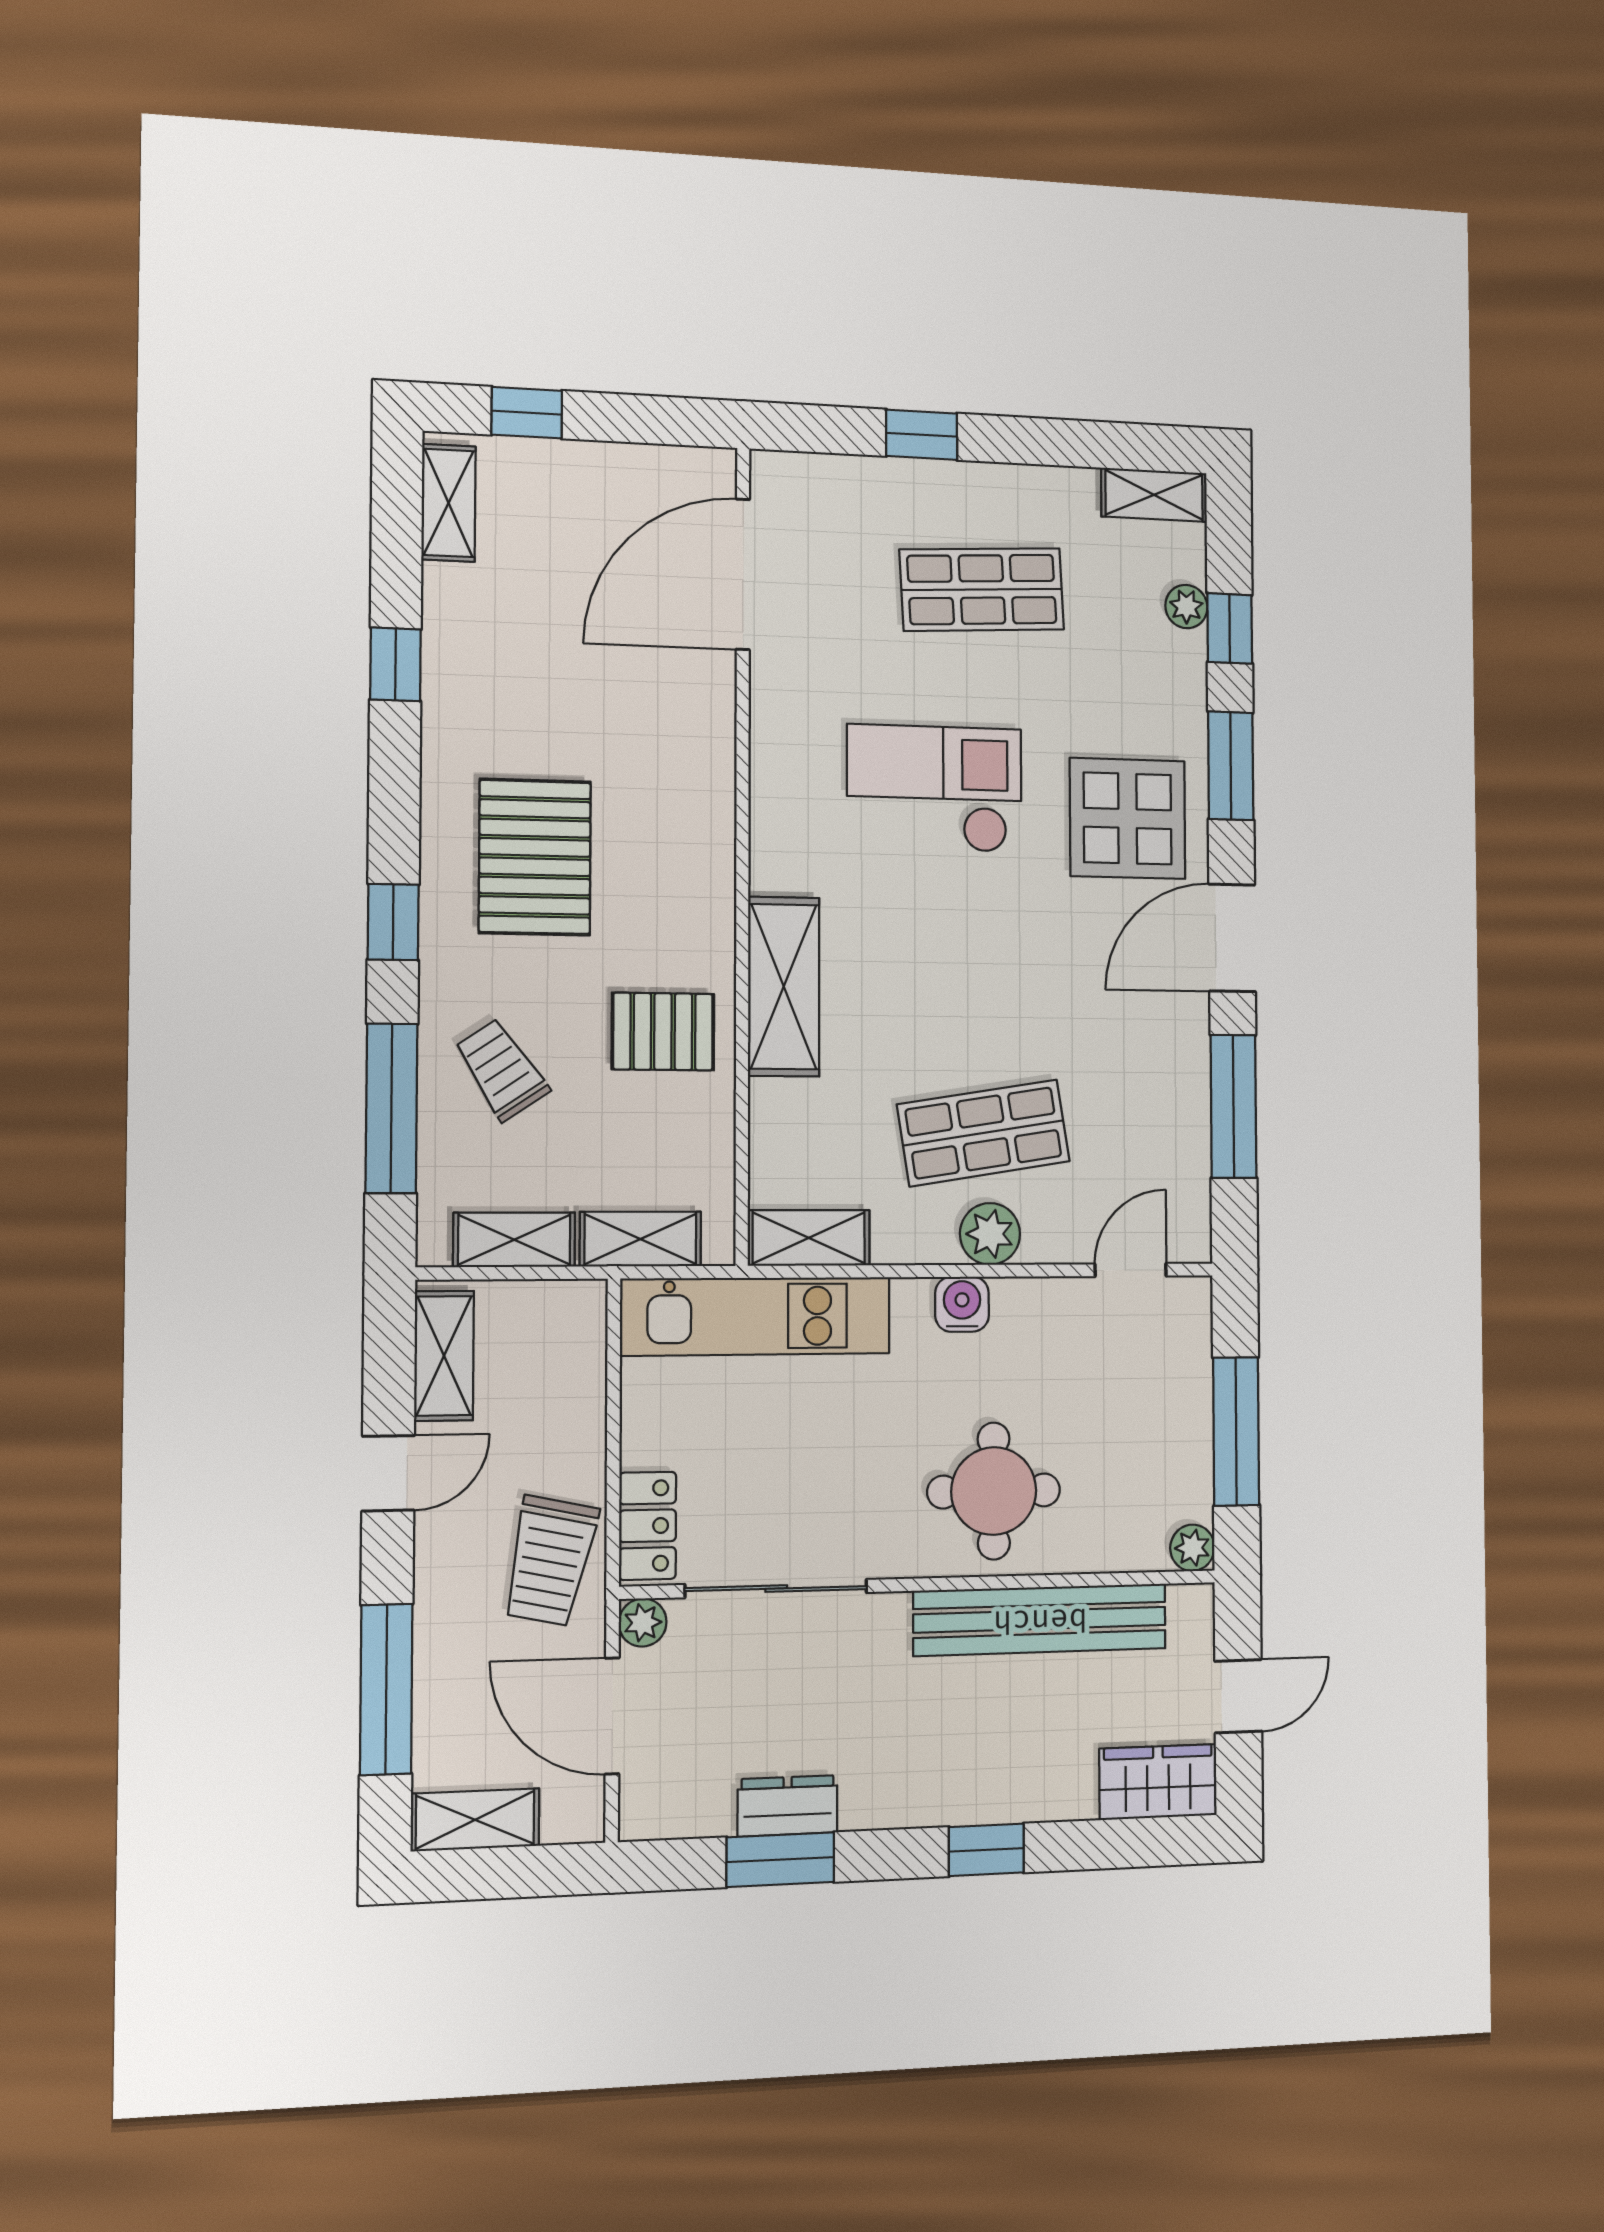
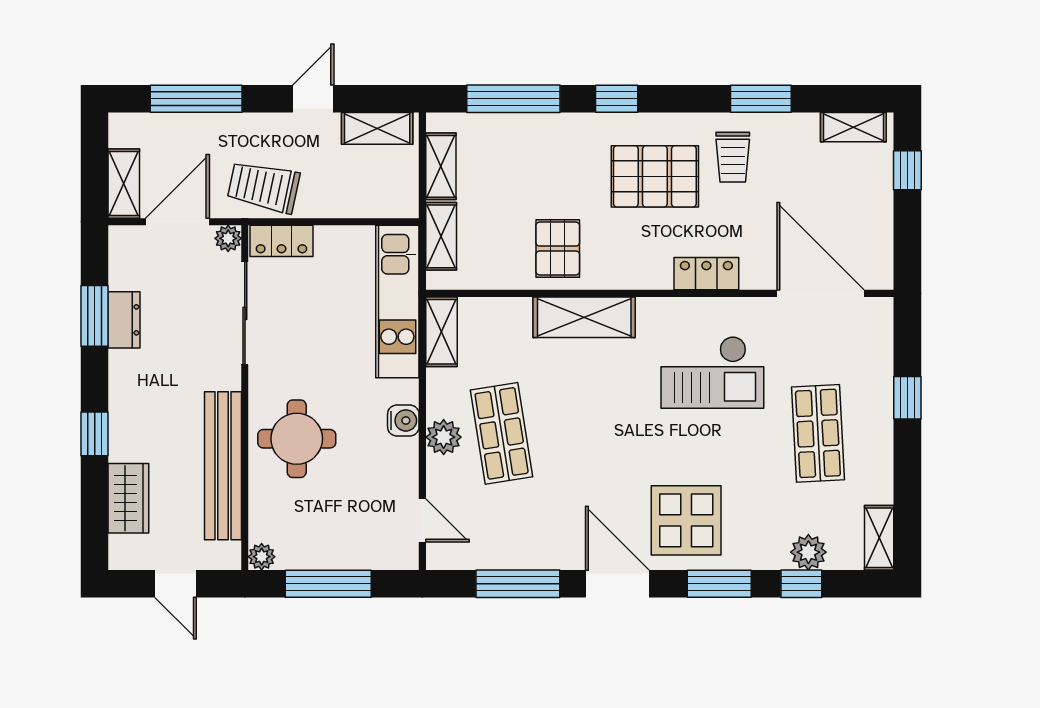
plant: (1186, 607) -> (808, 552), width x1.38, depth x1.38
window: (395, 664) -> (761, 99), width x1.50
locker: (708, 771) -> (706, 274), added
checkout: (935, 789) -> (712, 372), moved, turned 90
trolley: (502, 1070) -> (733, 157), moved, turned 124
door: (388, 1473) -> (313, 99), swing flipped
wardrobe: (1158, 1782) -> (128, 498), moved
shelving: (475, 1820) -> (124, 184), moved

